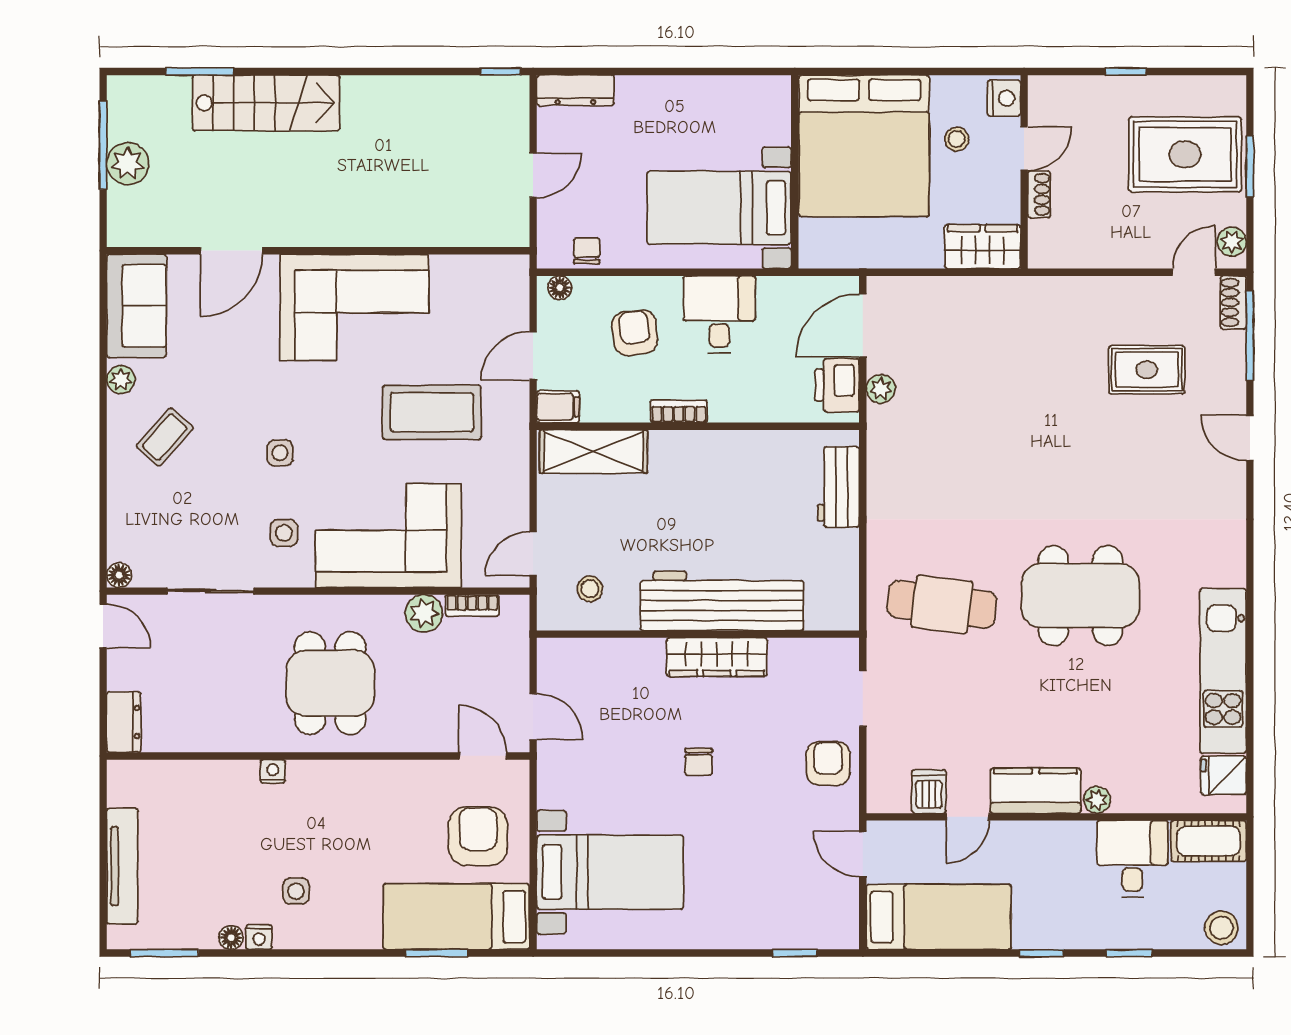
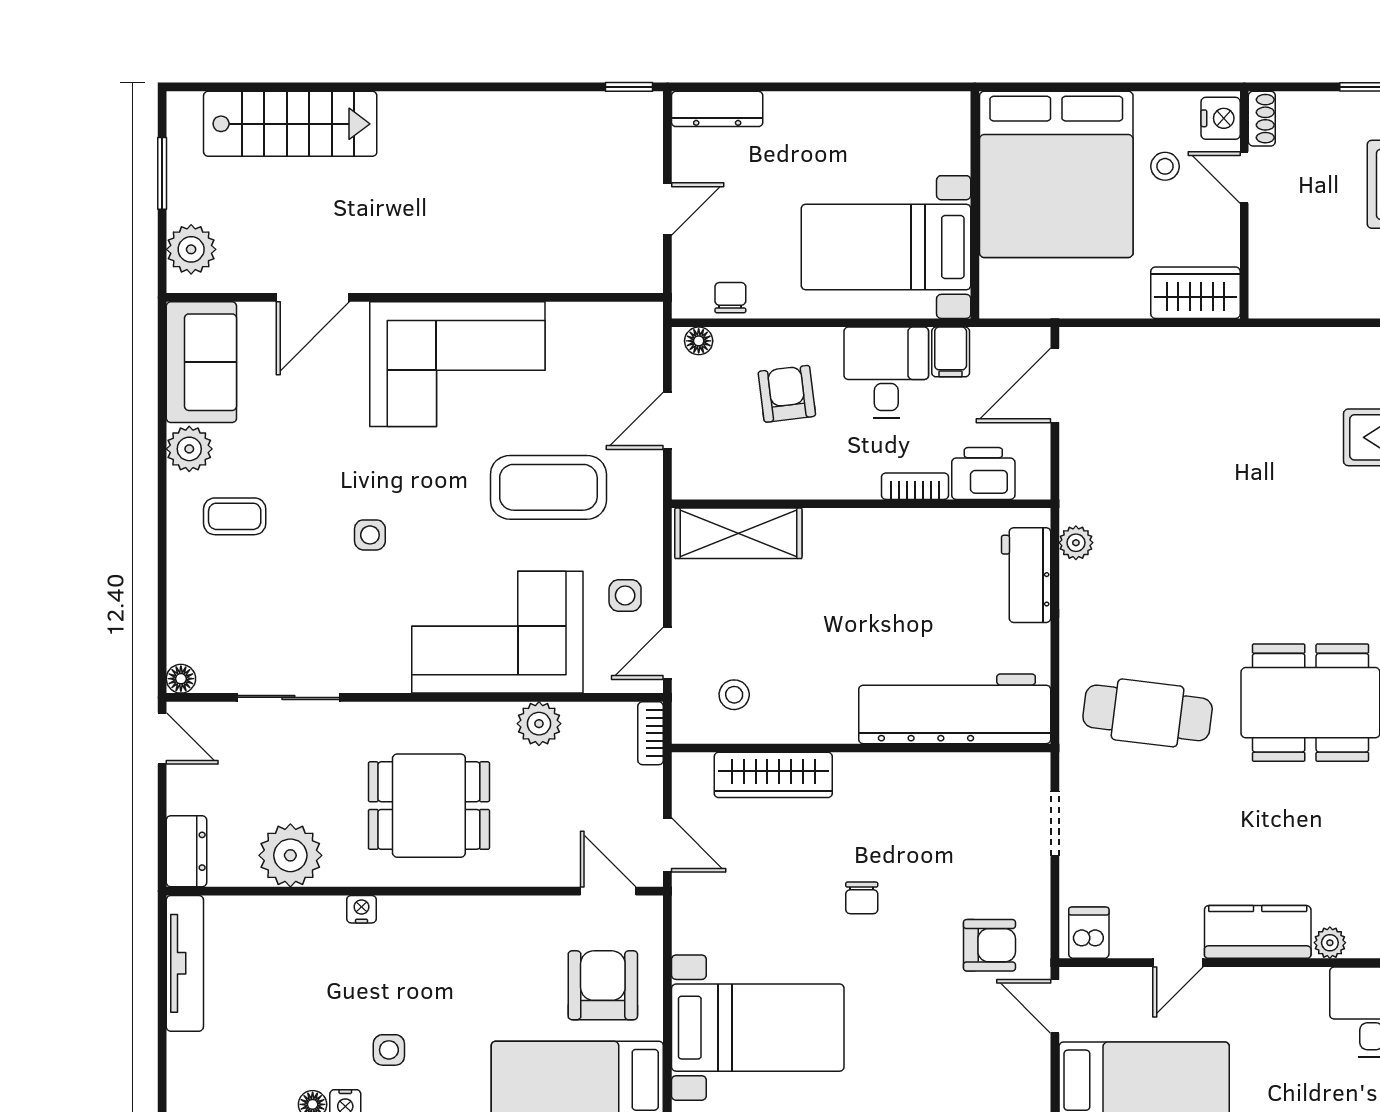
window: (200, 72) -> (276, 87), removed
stairs: (266, 103) -> (290, 124), moved
window: (103, 145) -> (162, 173), width x0.69
door: (1024, 149) -> (1244, 178), swing flipped
plant: (128, 164) -> (191, 249), moved
shoe rack: (1039, 194) -> (1262, 119), moved
plant: (121, 380) -> (189, 449), width x1.38, depth x1.38
printer: (837, 385) -> (983, 474), moved, turned 90
plant: (881, 389) -> (1076, 543), moved
filing cabinet: (558, 407) -> (951, 352), moved, turned 90
bookcase: (679, 411) -> (915, 486), moved
coffee table: (165, 437) -> (235, 516), turned 48
side table: (284, 533) -> (625, 595), moved
workbench: (722, 601) -> (955, 709), moved
bookcase: (472, 605) -> (651, 733), moved, turned 90
wardrobe: (717, 657) -> (773, 775), moved
dining table: (330, 683) -> (429, 806), turned 90
plant: (212, 726) -> (290, 855), added
armchair: (828, 763) -> (989, 945), moved, turned 90
dishwasher: (929, 791) -> (1089, 933), moved
tv unit: (122, 866) -> (185, 963), moved

